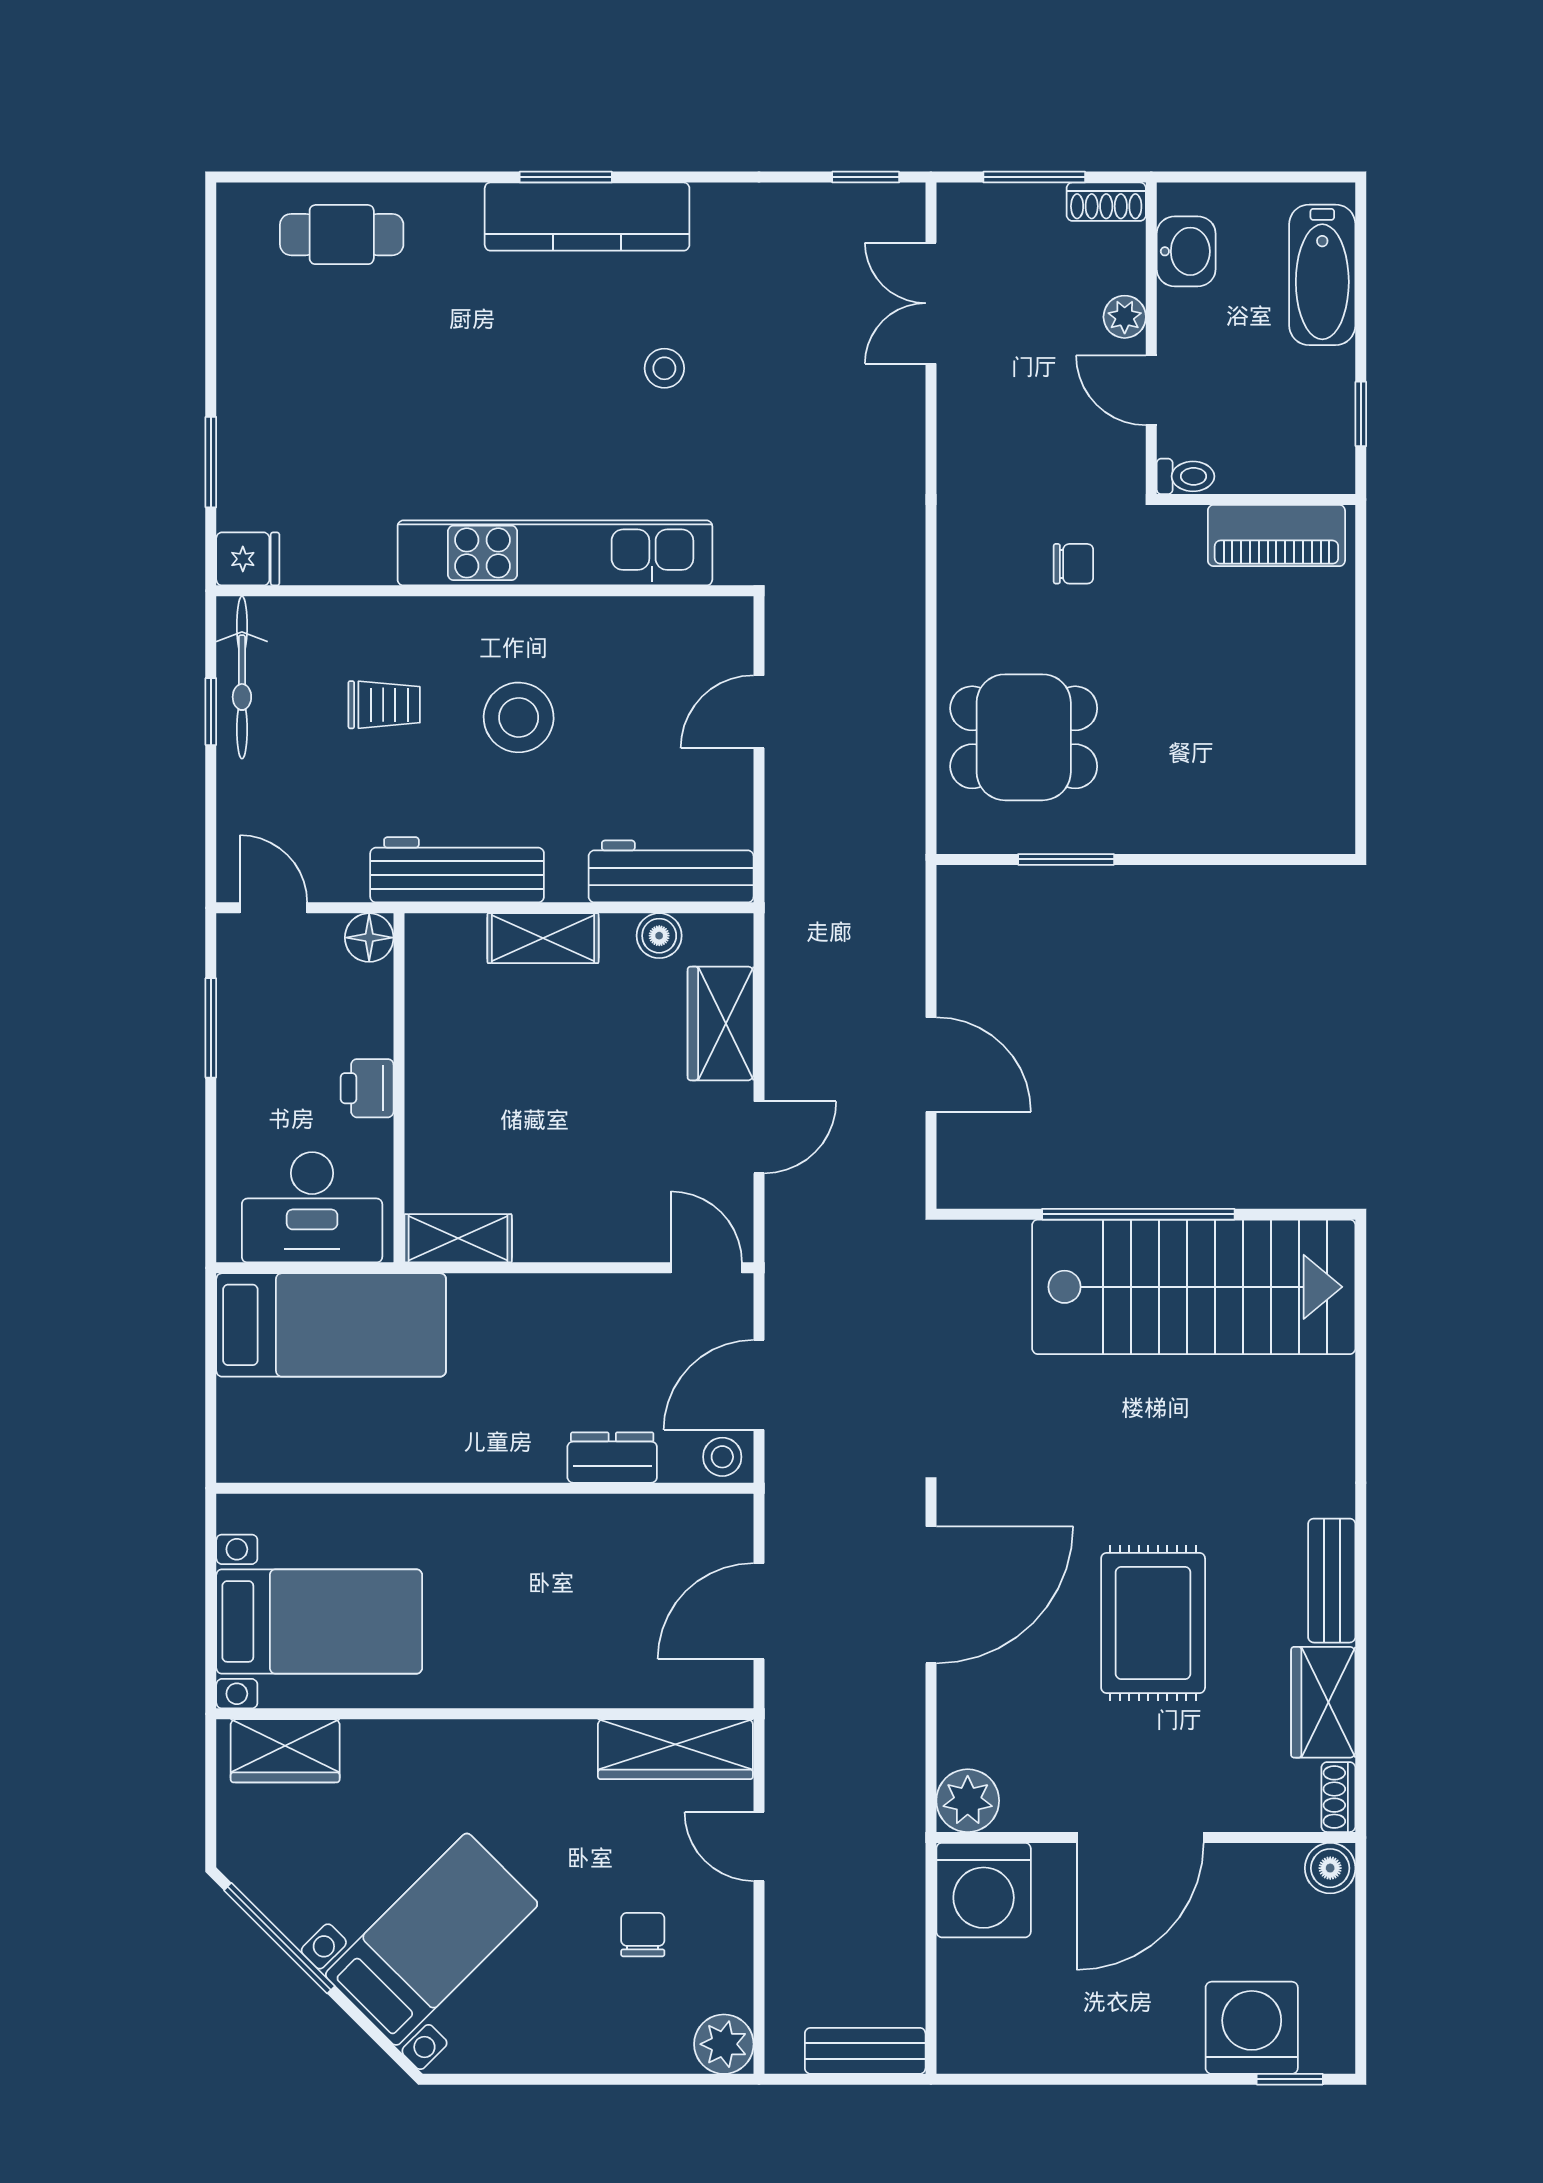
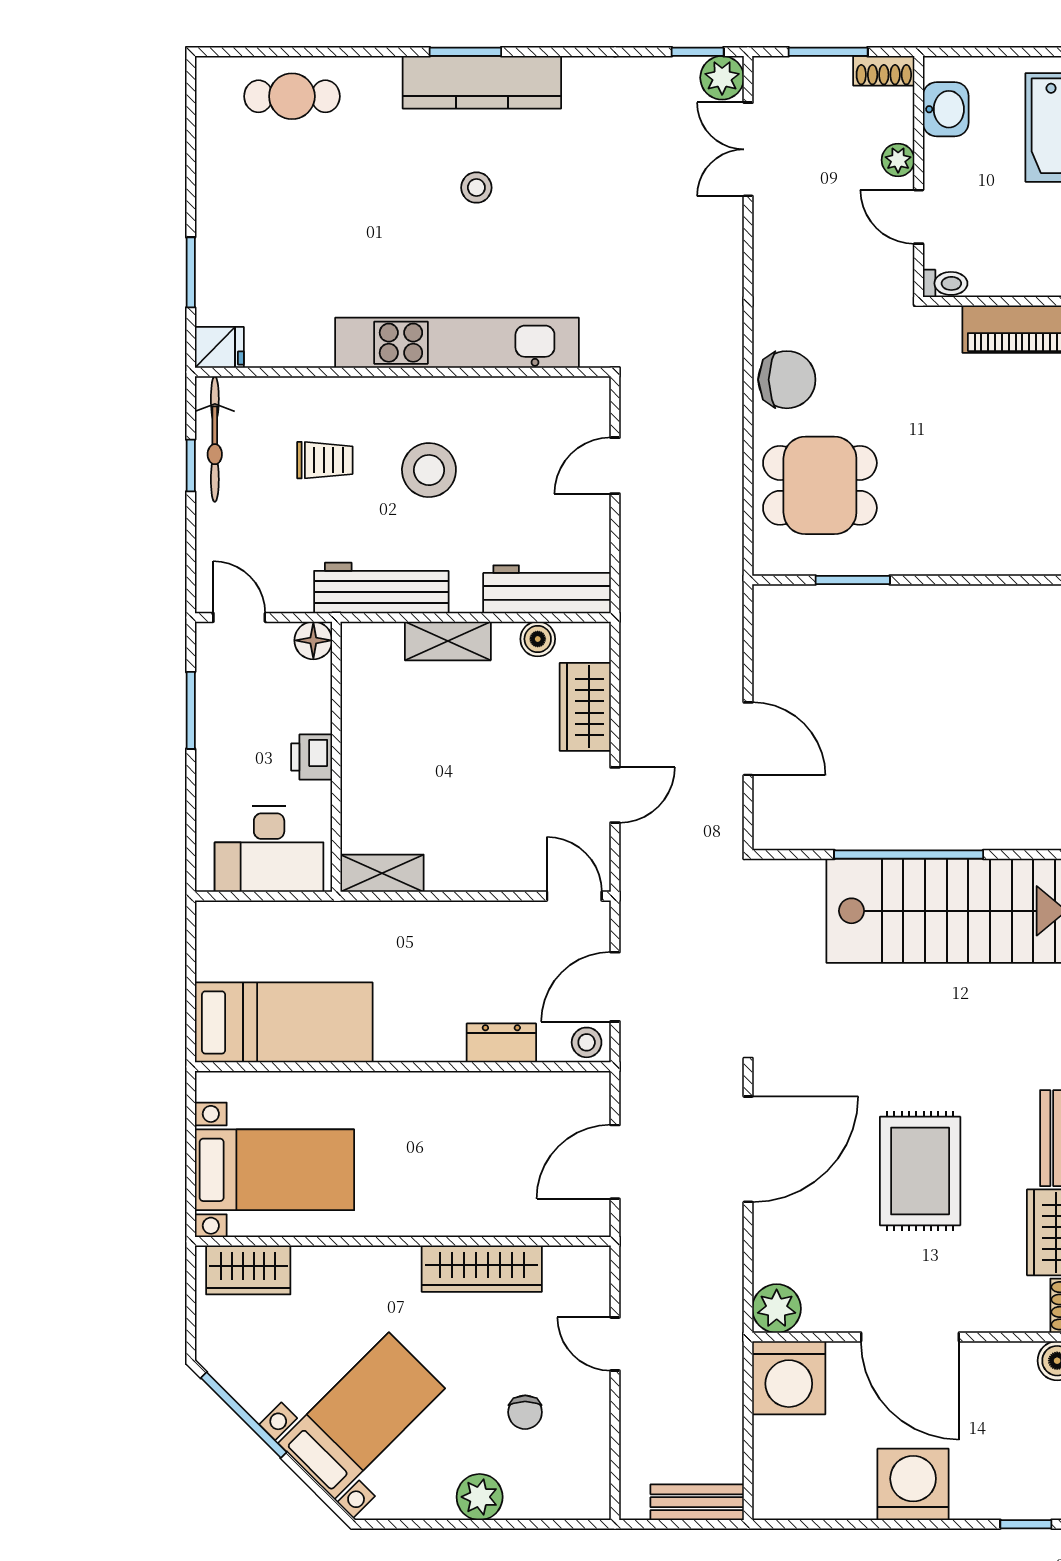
plant: (897, 211) -> (722, 78), added
stool: (664, 368) -> (476, 188), moved
chair: (1073, 564) -> (787, 380), moved, width x1.87, depth x1.87
bed: (331, 1325) -> (284, 1022), moved
wardrobe: (675, 1749) -> (482, 1269), moved
door: (1140, 1837) -> (910, 1337), hinge flipped
chair: (643, 1935) -> (525, 1412), turned 180
washing machine: (1252, 2028) -> (913, 1484), moved
plant: (724, 2044) -> (480, 1497), moved

